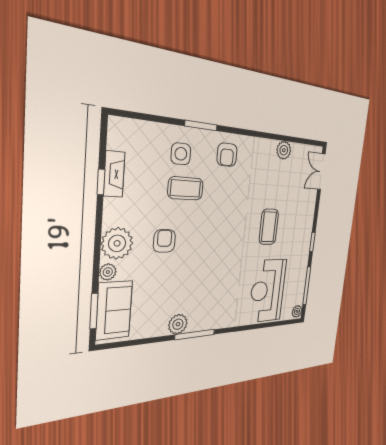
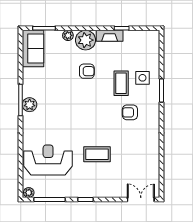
plant: (284, 150) -> (153, 160), removed
armchair: (227, 155) -> (130, 112), moved
fireplace: (114, 174) -> (110, 36), moved
sofa: (114, 310) -> (33, 48), moved, turned -90
plant: (178, 324) -> (30, 105), moved

